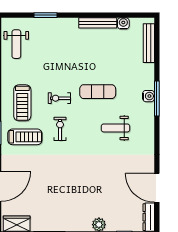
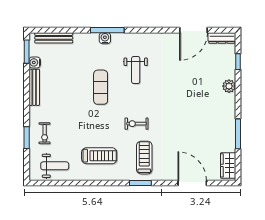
window: (135, 15) -> (27, 52), added
exercise bike: (59, 98) -> (45, 133), moved
treadmill: (22, 103) -> (99, 156), moved

